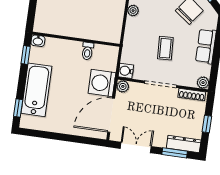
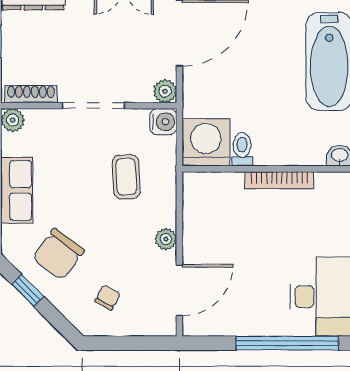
bookcase: (71, 33) -> (279, 180), added
coffee table: (165, 48) -> (126, 177), moved
washing machine: (102, 83) -> (206, 142), moved, turned -90

